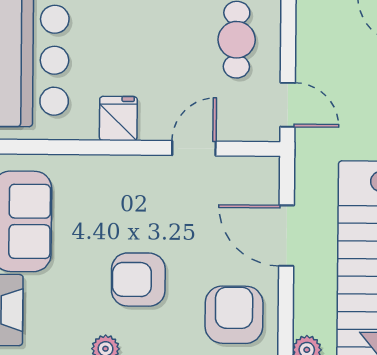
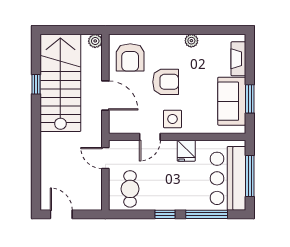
side table: (147, 185) -> (172, 119), added
armchair: (138, 280) -> (166, 82), moved

